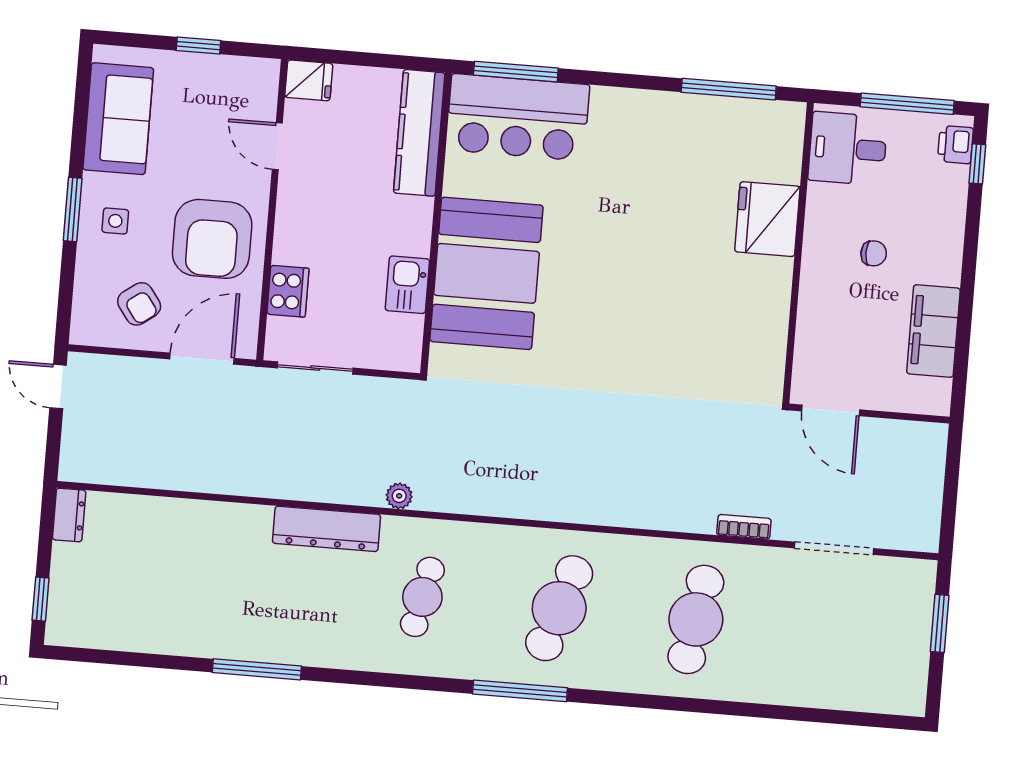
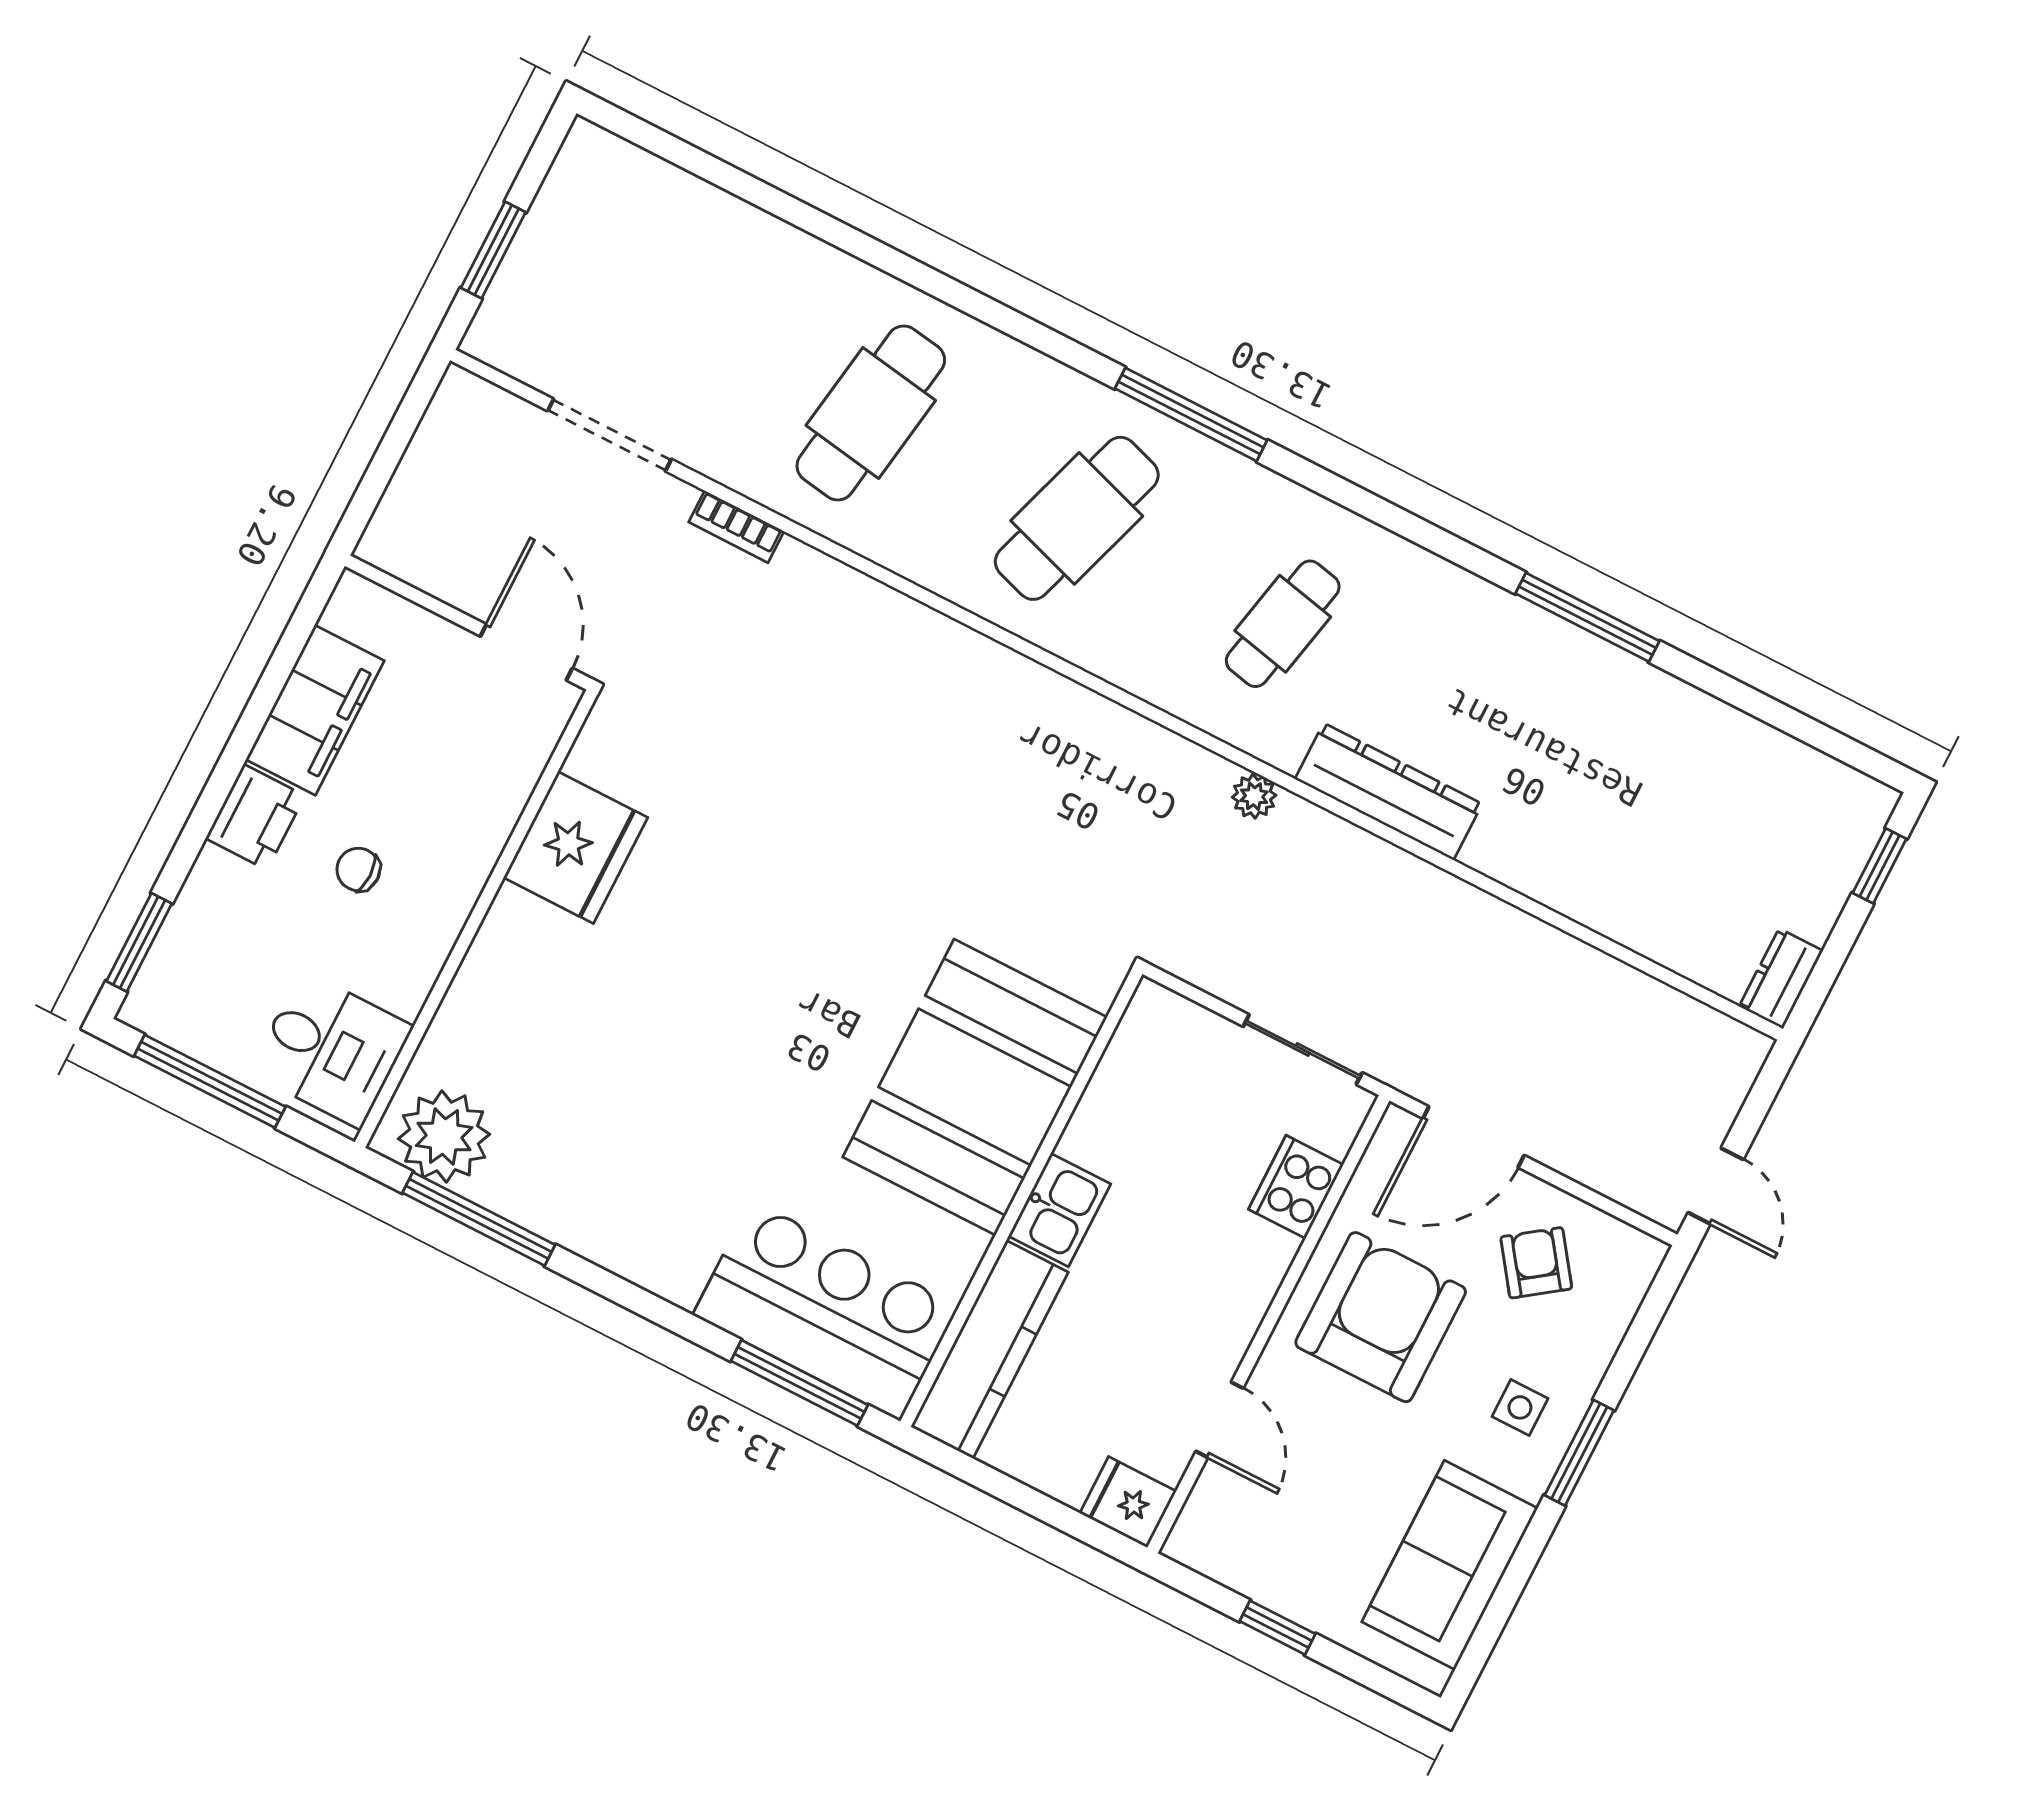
plant: (766, 126) -> (444, 1137), added
printer: (955, 145) -> (255, 817), moved, width x1.36, depth x1.24
window: (977, 164) -> (139, 942), width x1.50
fridge: (767, 219) -> (576, 848), moved
kitchen sink: (407, 285) -> (1060, 1210), moved

